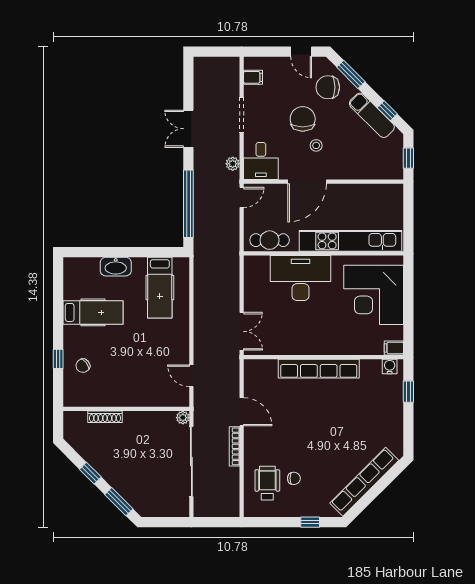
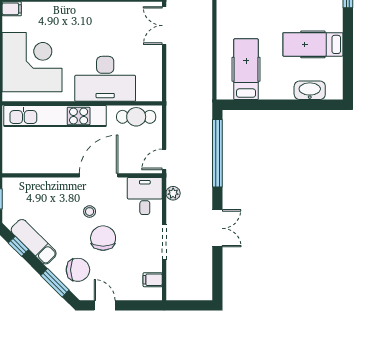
chair: (303, 119) -> (103, 238), turned 180
washbasin: (116, 267) -> (310, 90), moved

